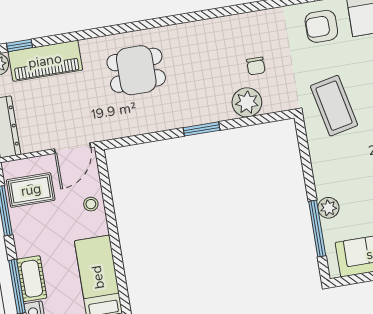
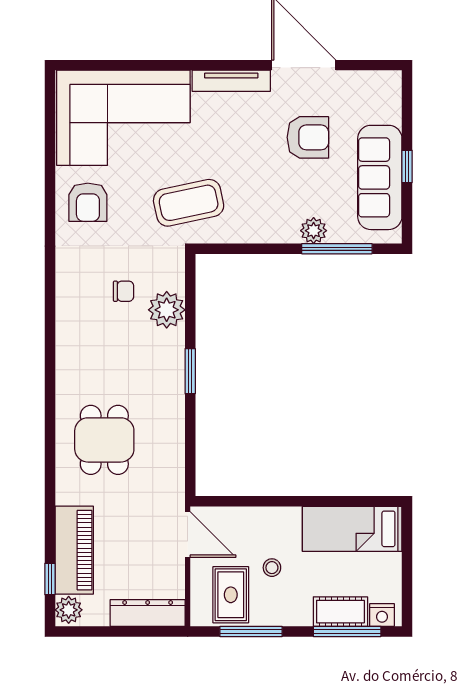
stool: (91, 204) -> (272, 568), moved

